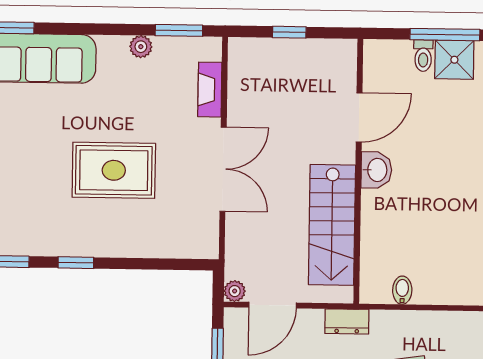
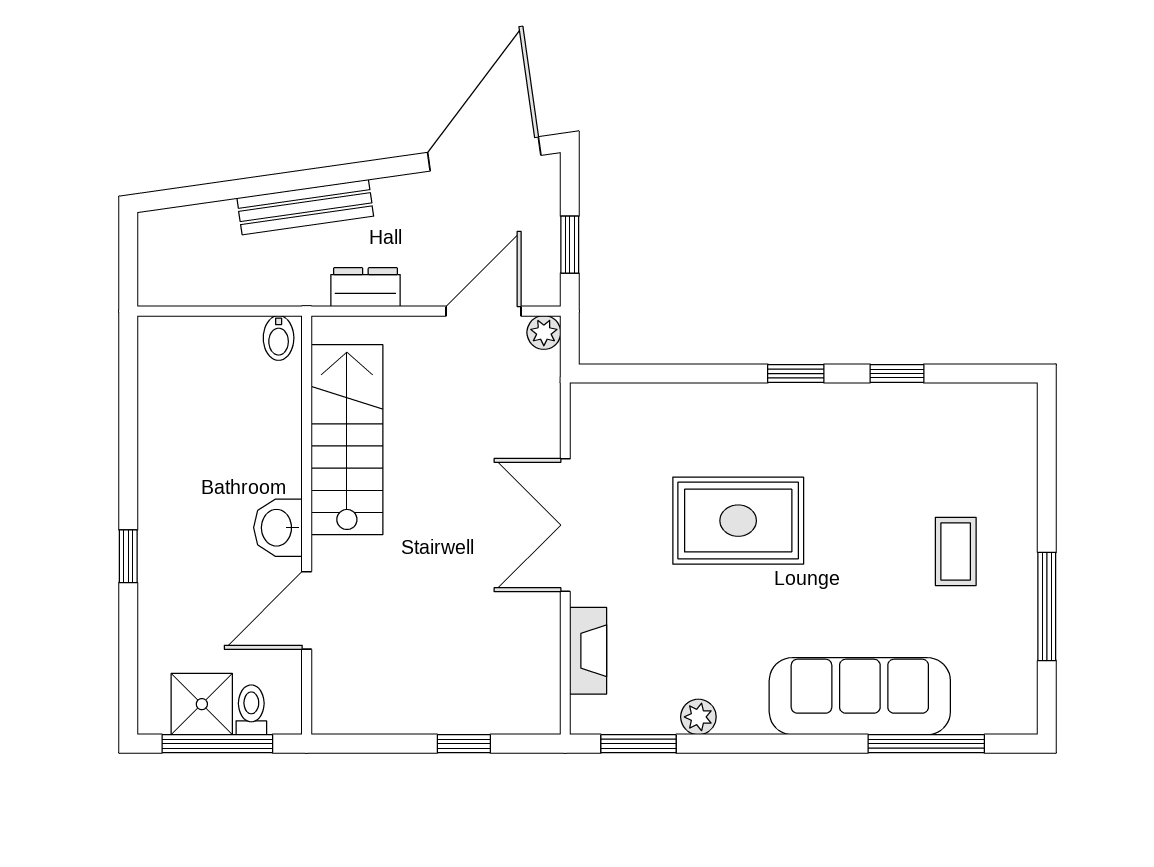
door: (359, 117) -> (307, 610), moved
washbasin: (376, 170) -> (278, 528), moved
wall: (358, 171) -> (307, 525), moved
stairs: (332, 225) -> (347, 440), moved

